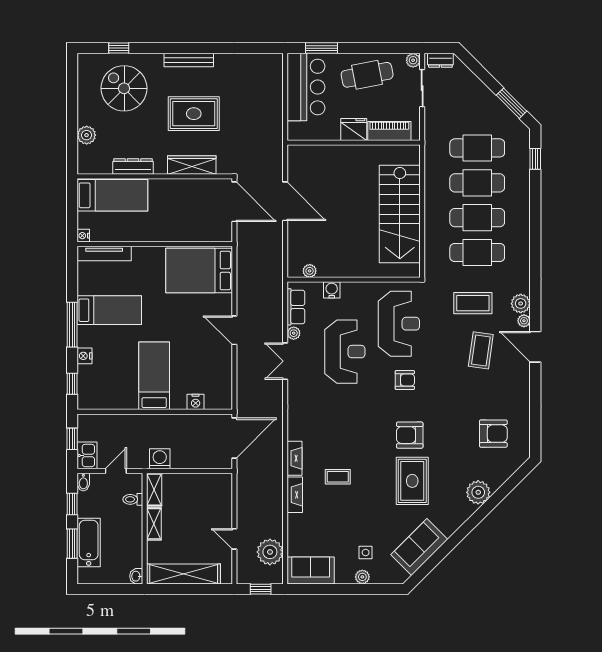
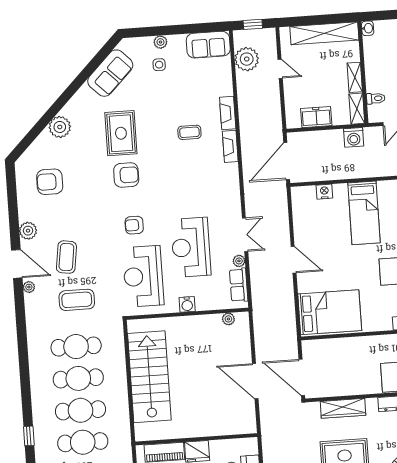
water cooler: (332, 290) -> (187, 304), moved
plant: (521, 303) -> (28, 231), moved
freezer: (199, 484) -> (316, 117), added

